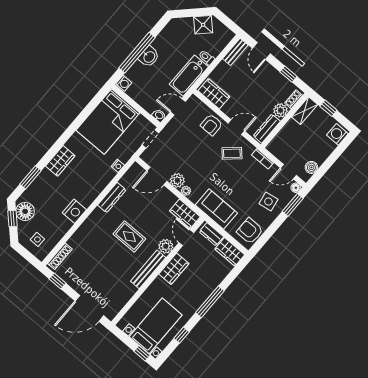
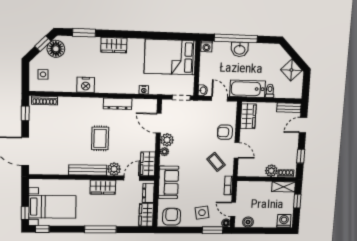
dresser: (267, 129) -> (252, 172), removed
window: (181, 335) -> (42, 229), moved

